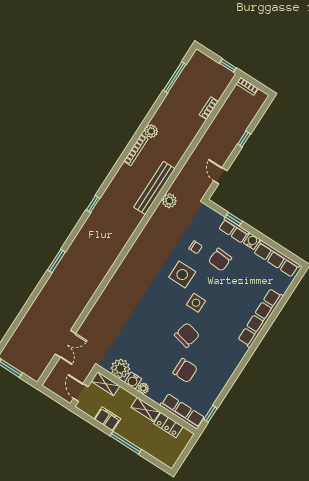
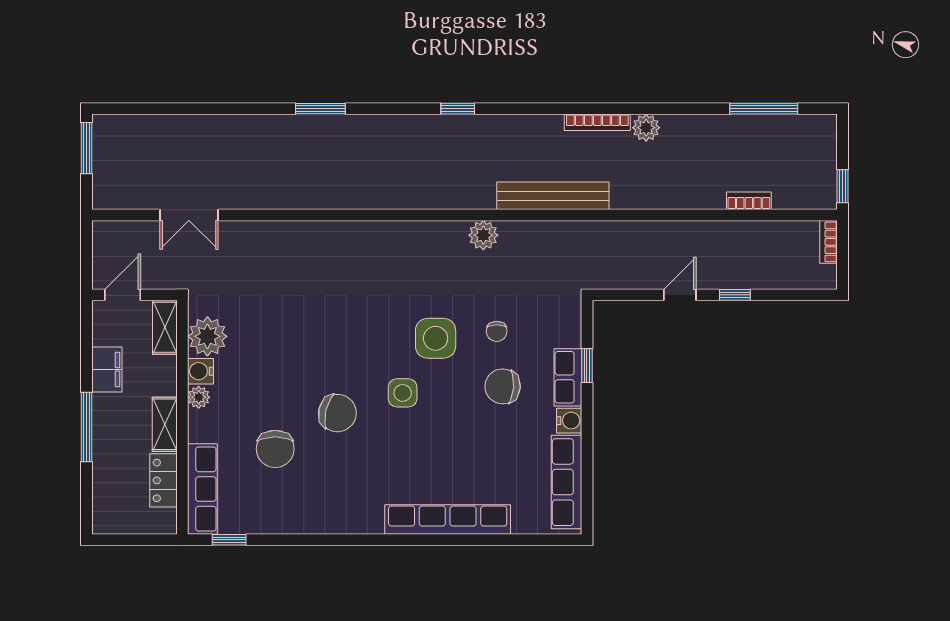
door: (220, 176) -> (680, 295), moved
plant: (169, 201) -> (483, 235), moved

